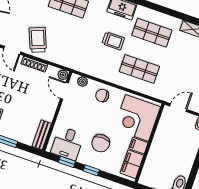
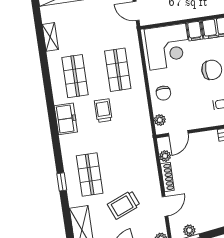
trolley: (38, 40) -> (124, 205), moved
plant: (63, 75) -> (165, 156), moved

